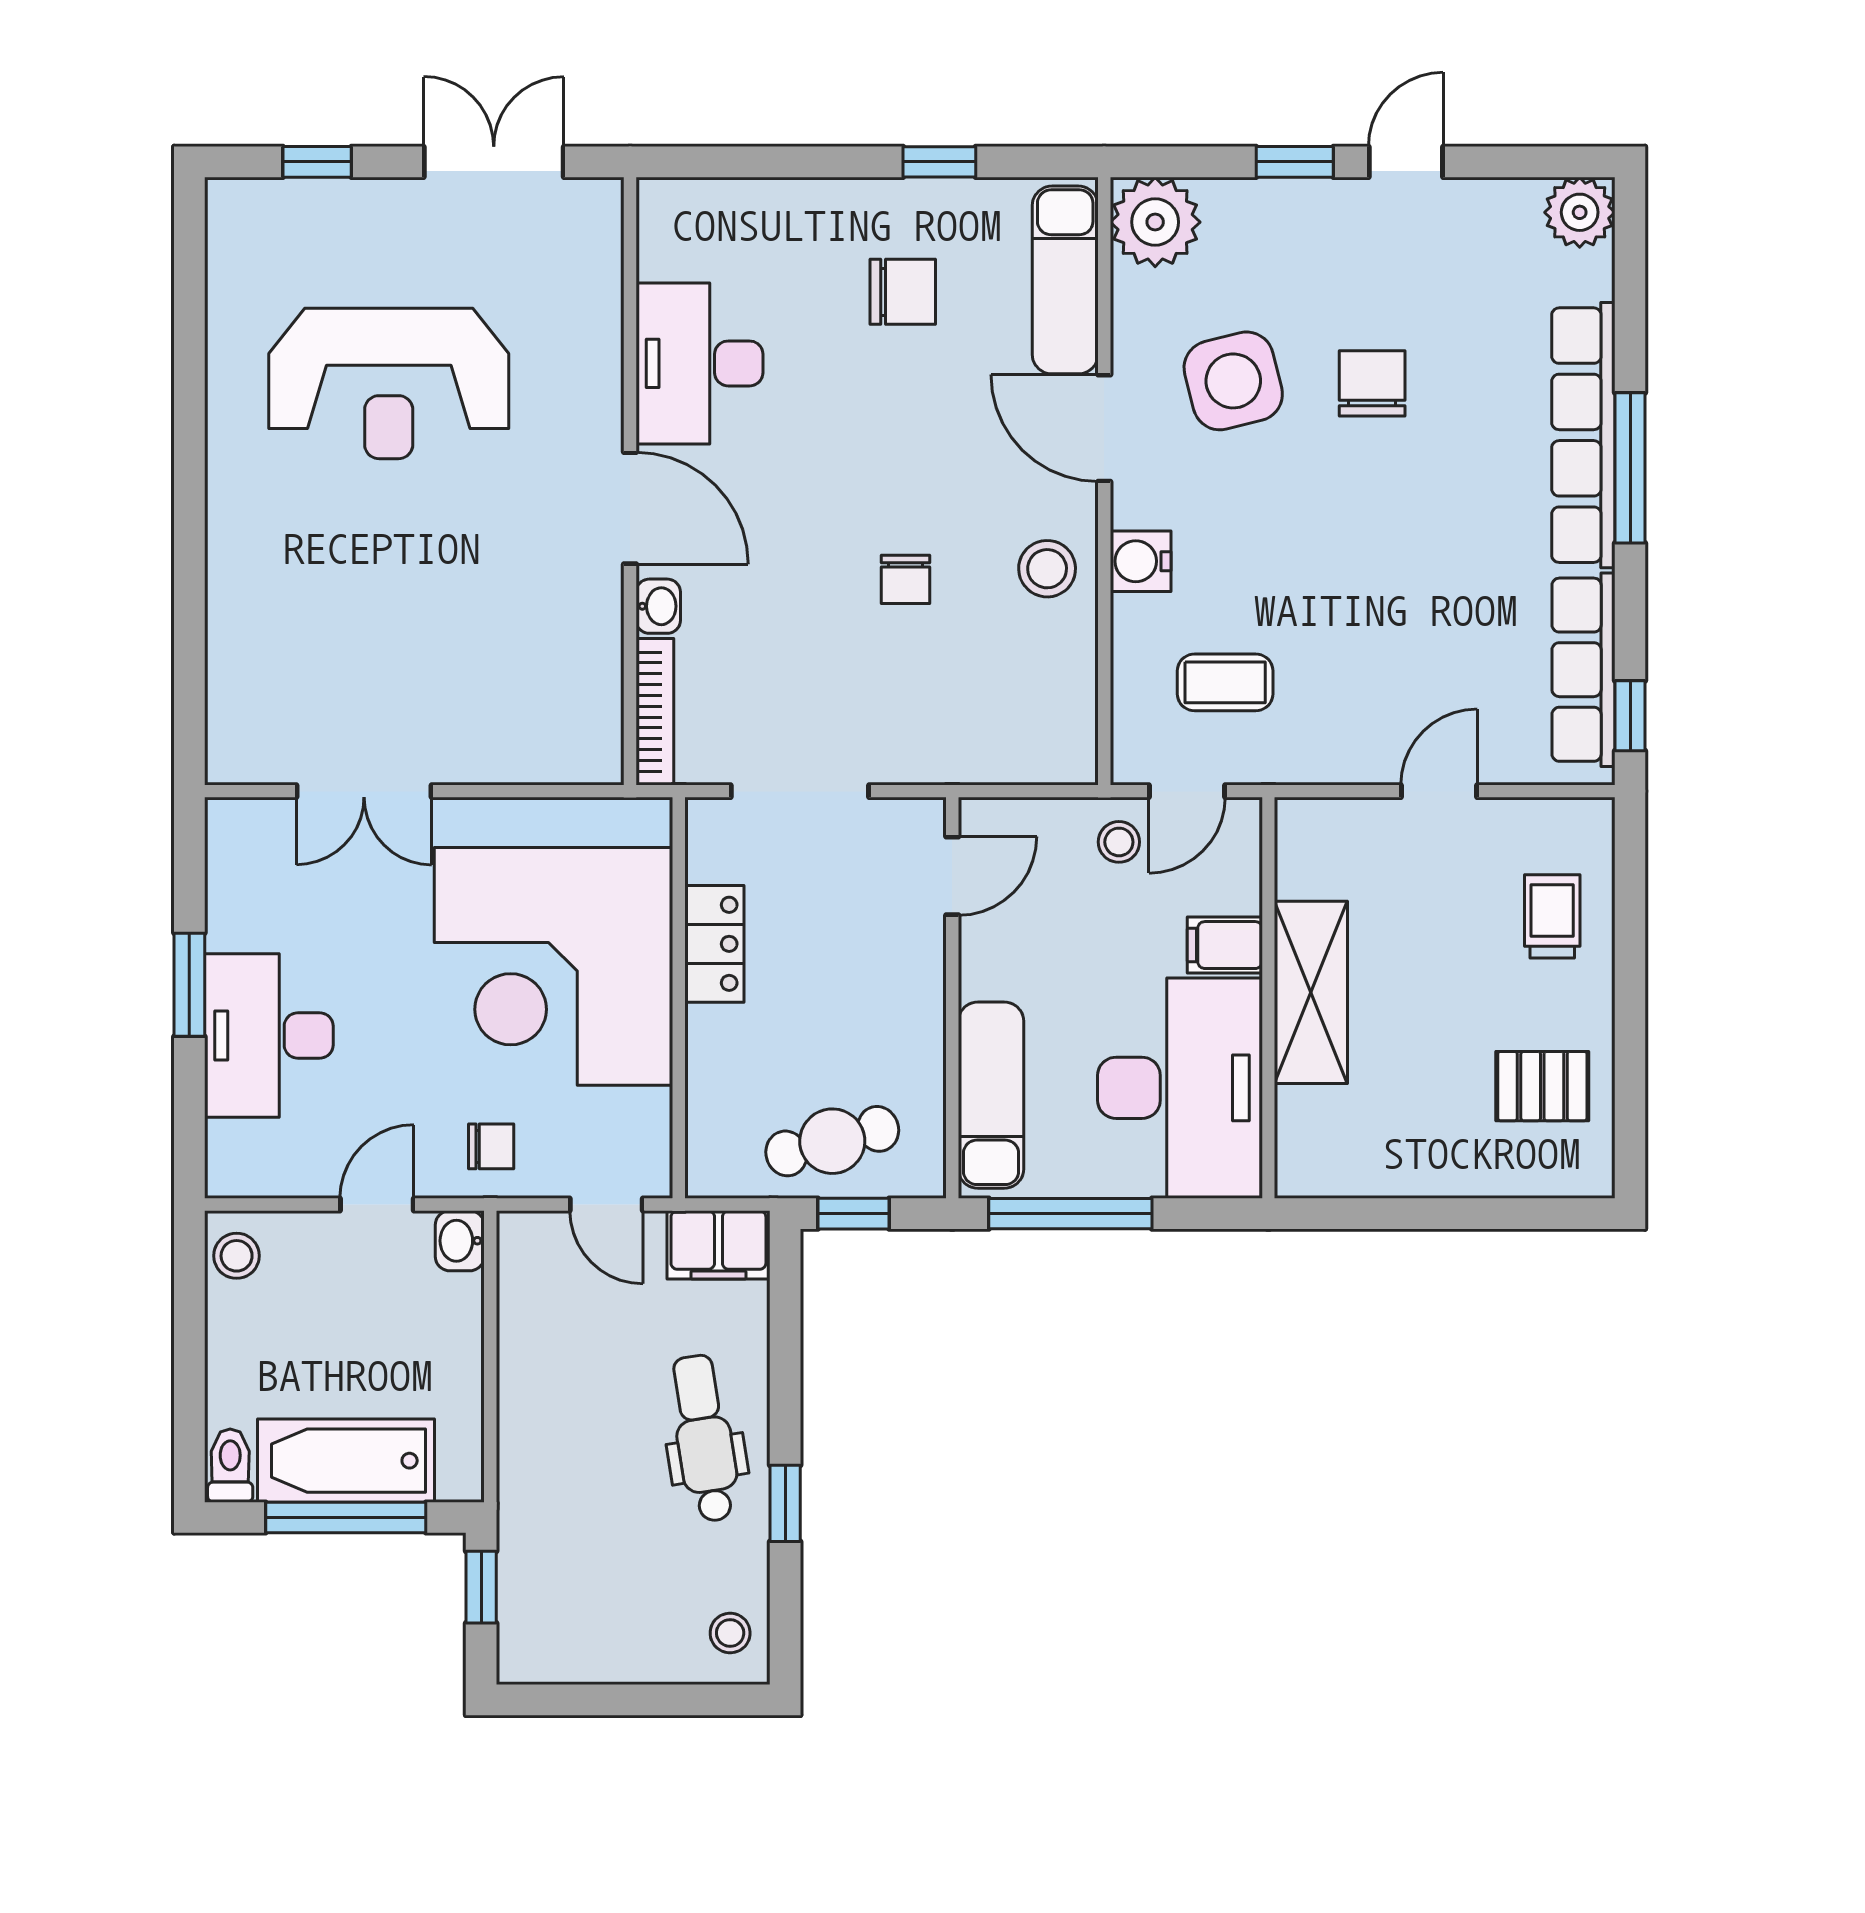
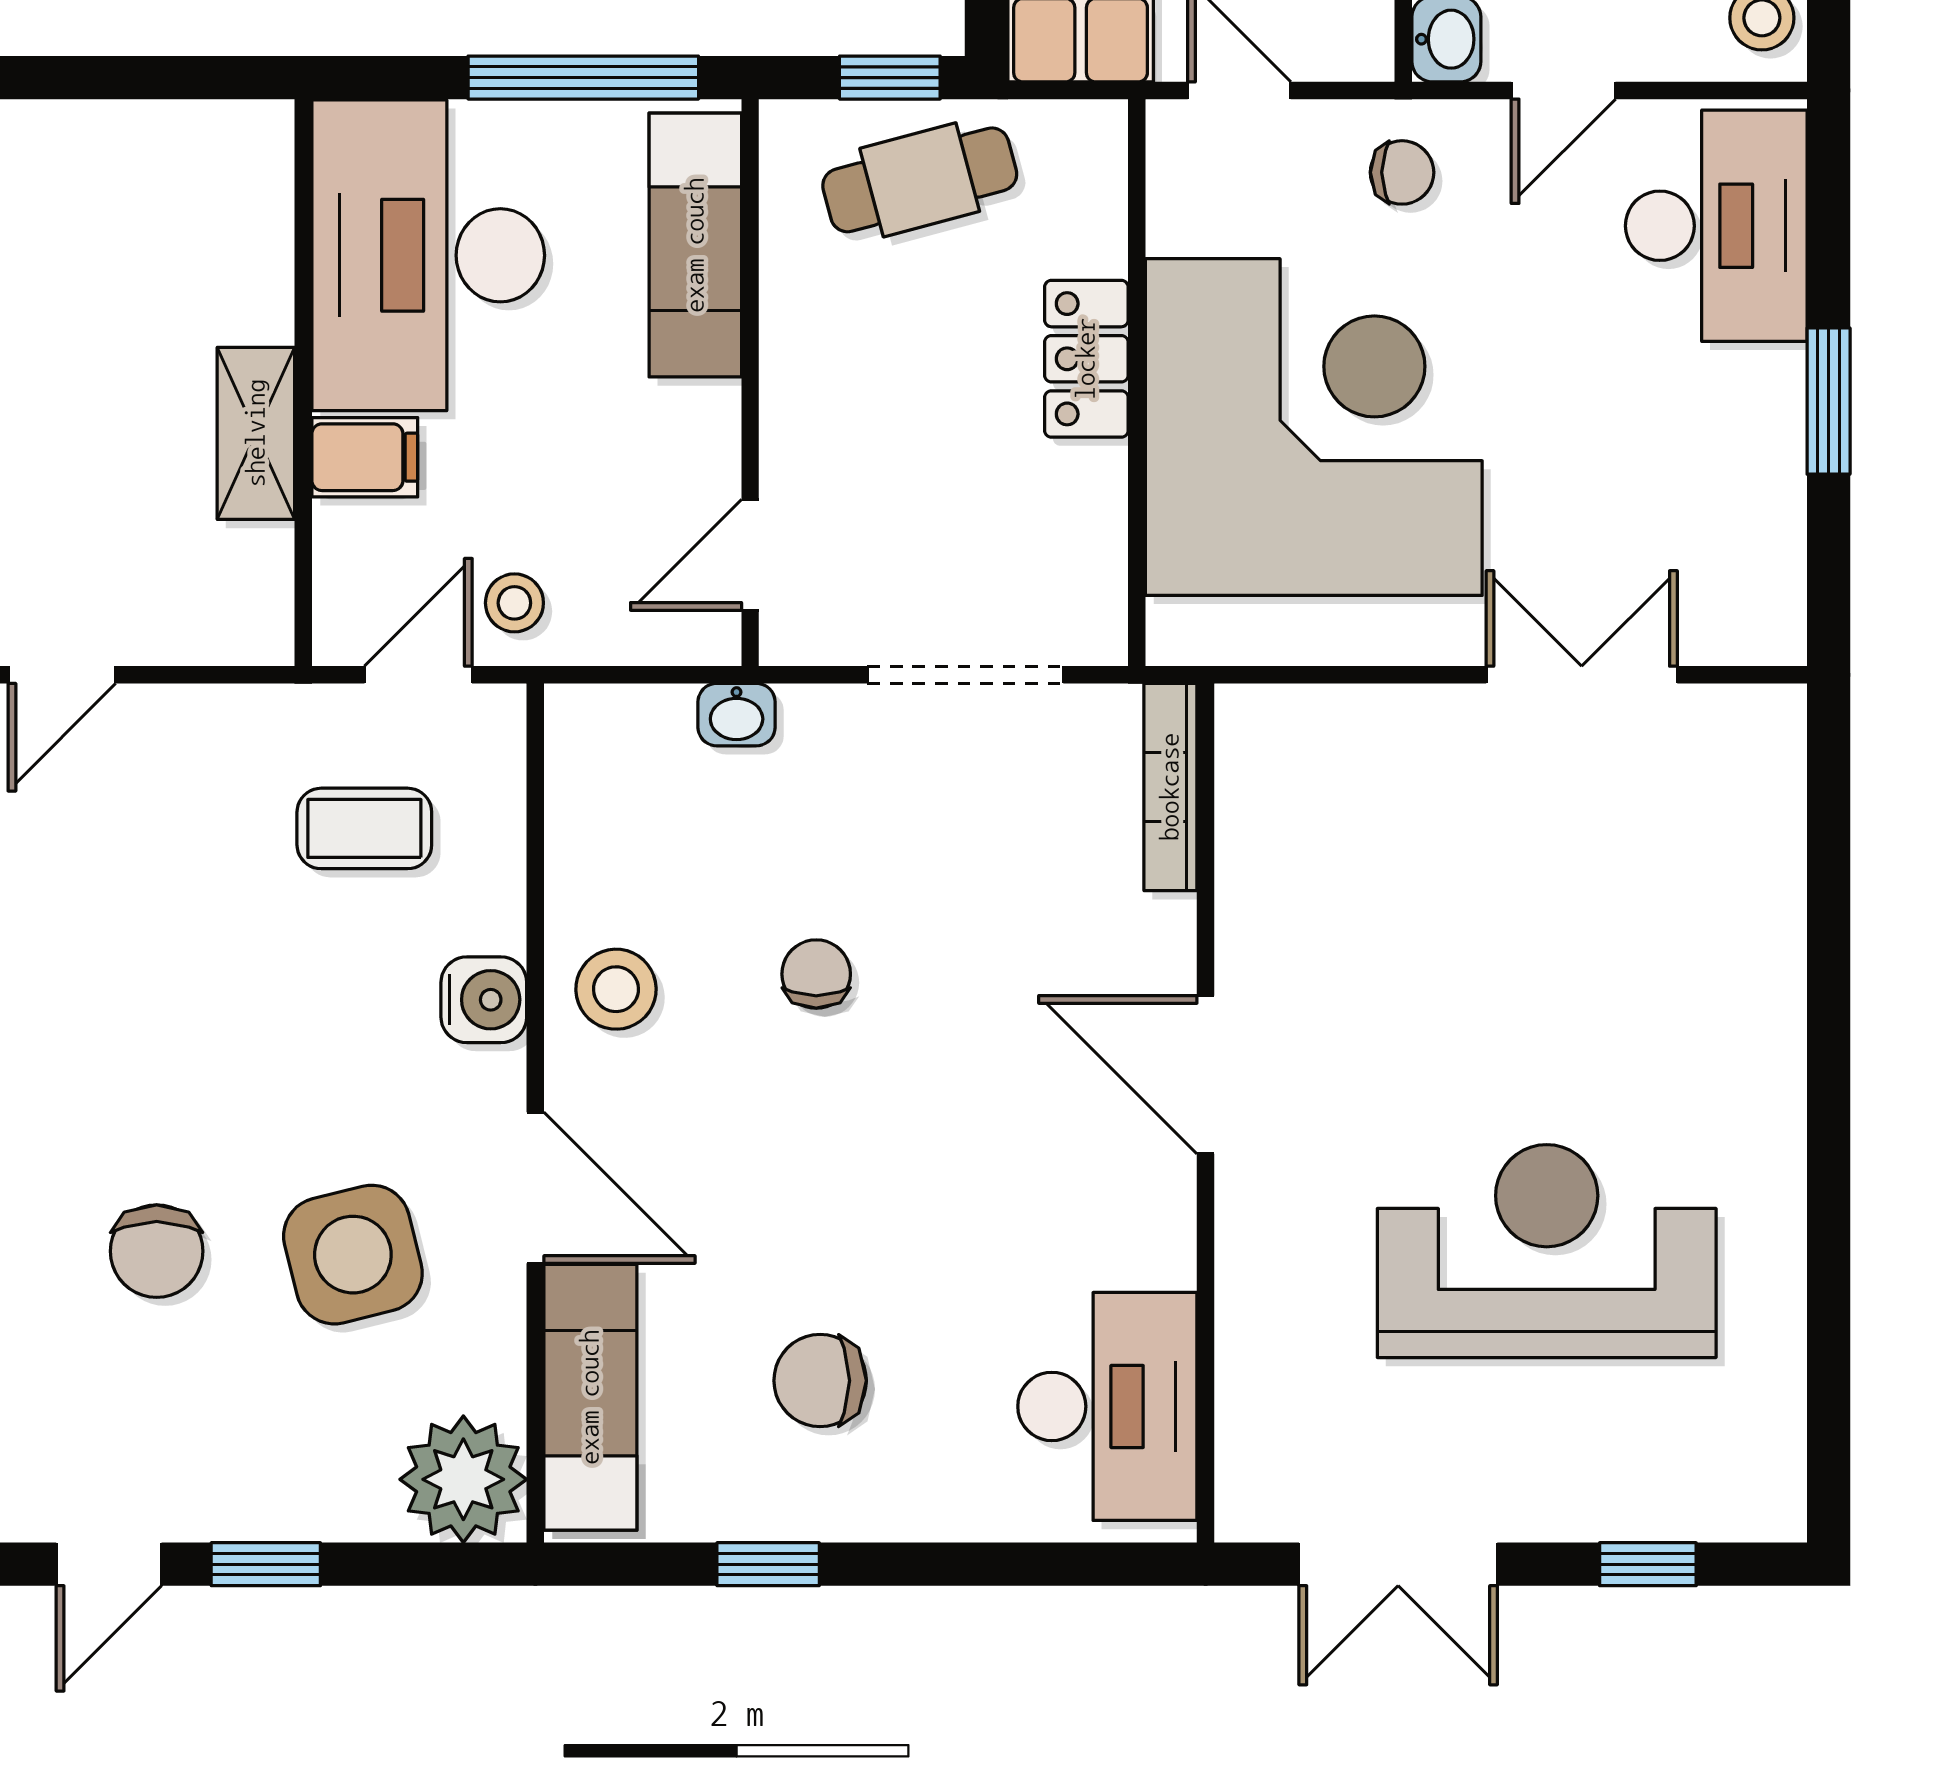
desk: (700, 363) -> (1107, 1406), moved
washbasin: (658, 606) -> (737, 715), moved, turned -90
locker: (714, 944) -> (1086, 359), moved
shelving: (1311, 992) -> (256, 433), width x0.67, depth x0.75
desk: (269, 1036) -> (1716, 226), moved
chair: (491, 1146) -> (1402, 172), turned 180

